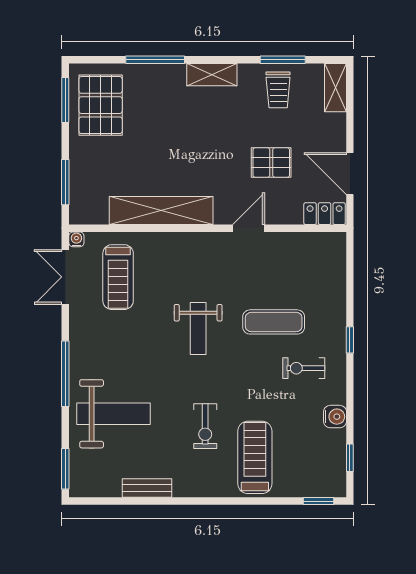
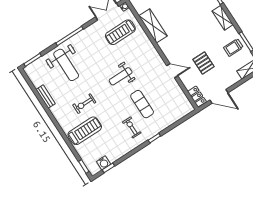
door: (350, 174) -> (219, 96), swing flipped
shelving: (161, 211) -> (153, 26), width x0.68
water cooler: (335, 417) -> (104, 163), moved

